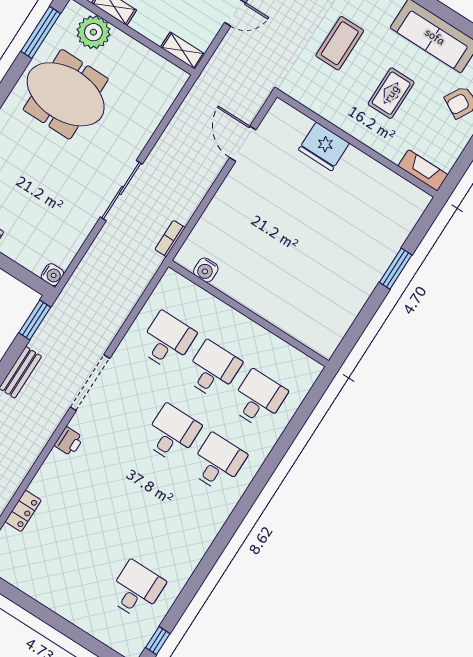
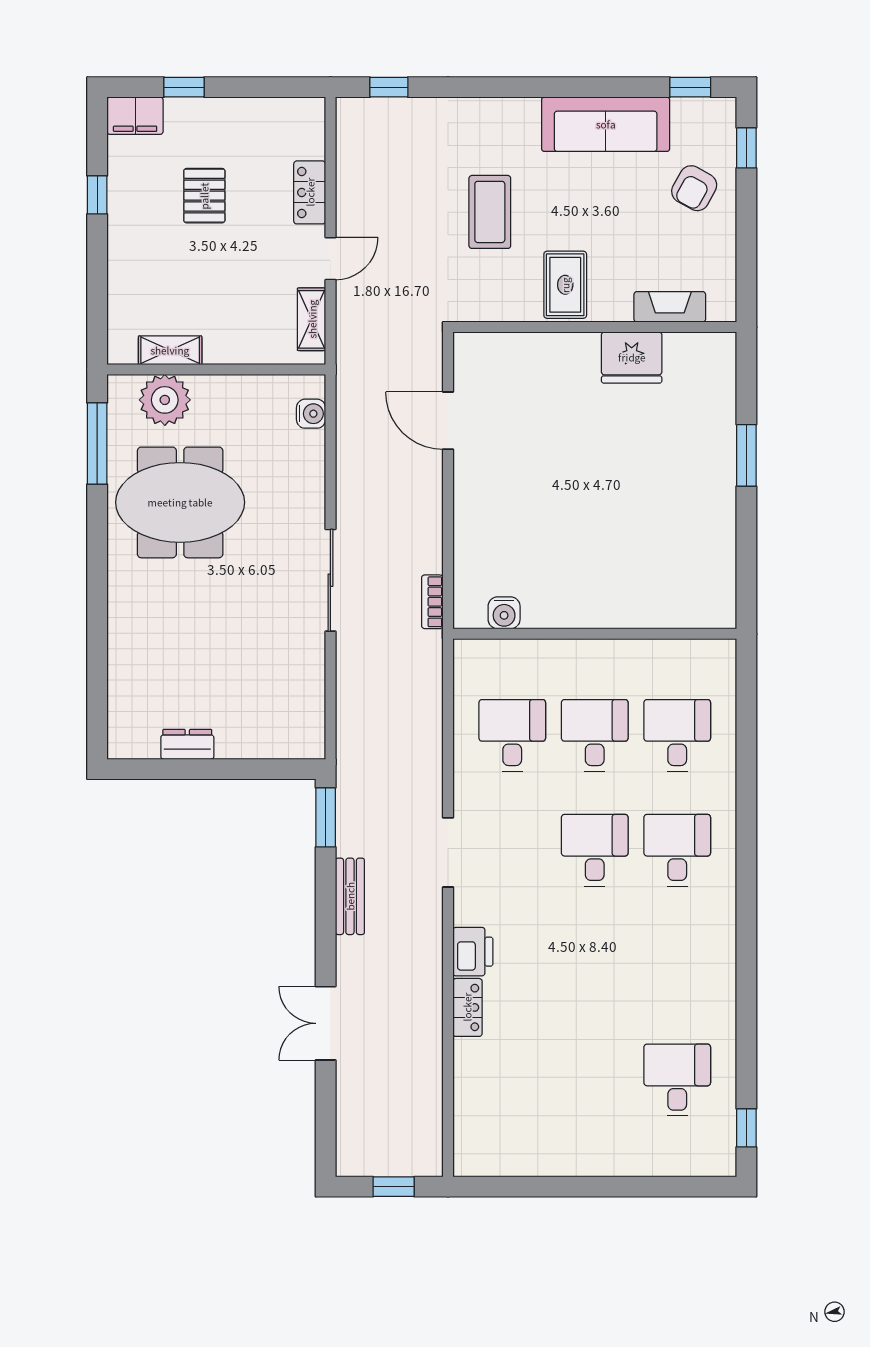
shelving: (183, 51) -> (312, 319), moved, turned 90
rug: (391, 93) -> (565, 285), moved
fridge: (324, 146) -> (632, 357), moved
fireplace: (423, 170) -> (670, 307), moved
water cooler: (52, 275) -> (311, 414), moved
doorway: (90, 383) -> (448, 852), width x0.73
printer: (69, 441) -> (473, 952), width x1.36, depth x1.24
locker: (23, 511) -> (467, 1007), moved

